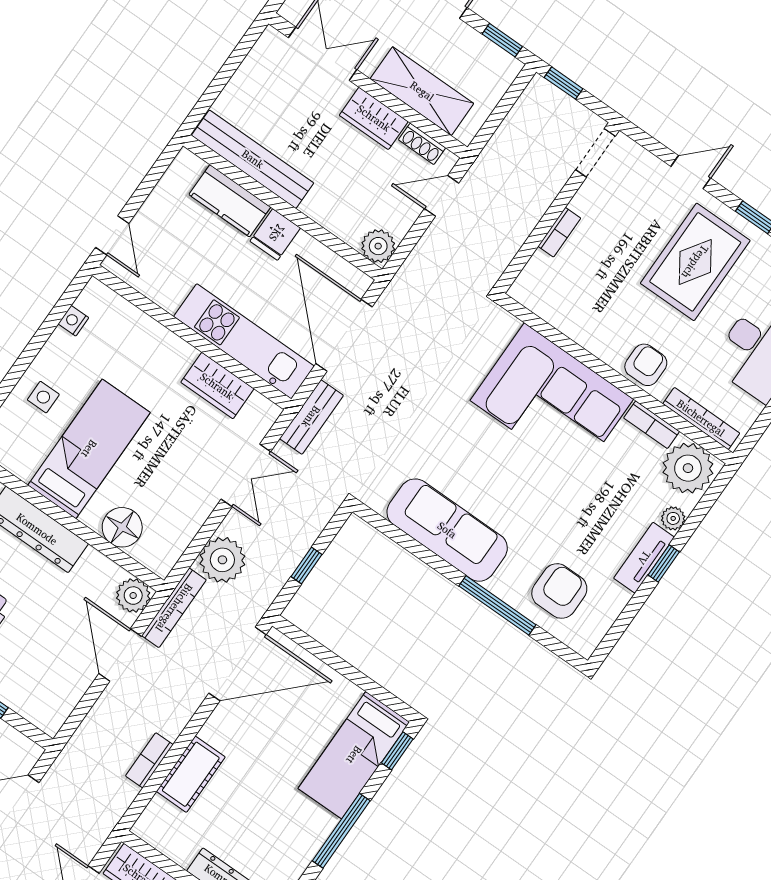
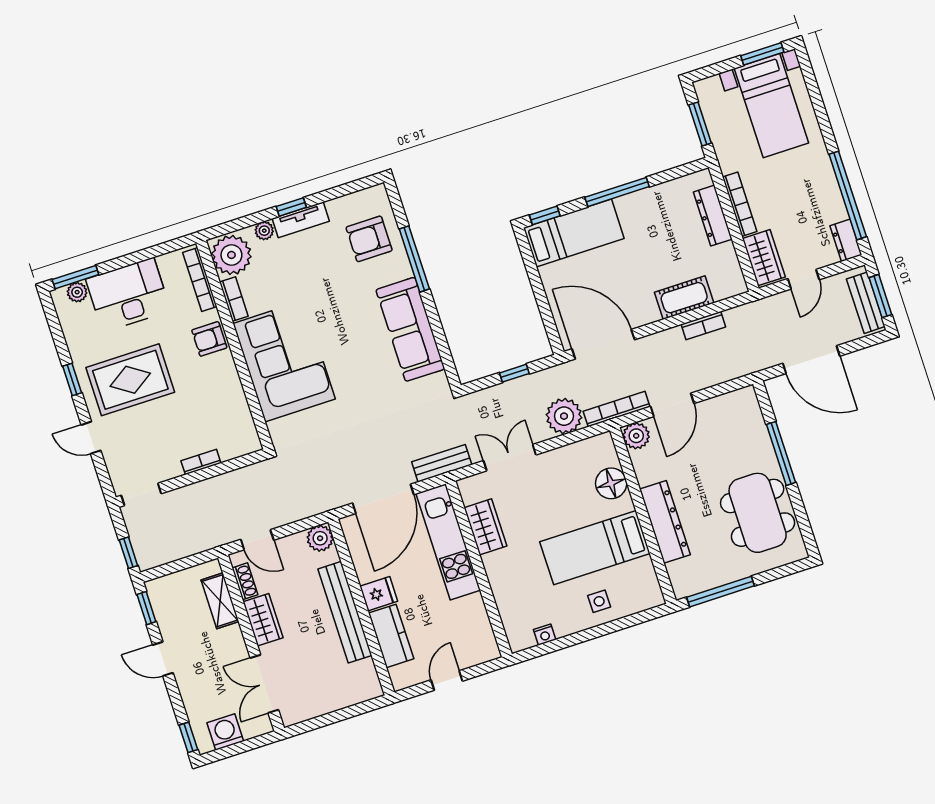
shelving: (422, 91) -> (220, 601), width x0.67, depth x0.75
bench: (253, 159) -> (345, 612), moved
door: (112, 235) -> (447, 680), moved

